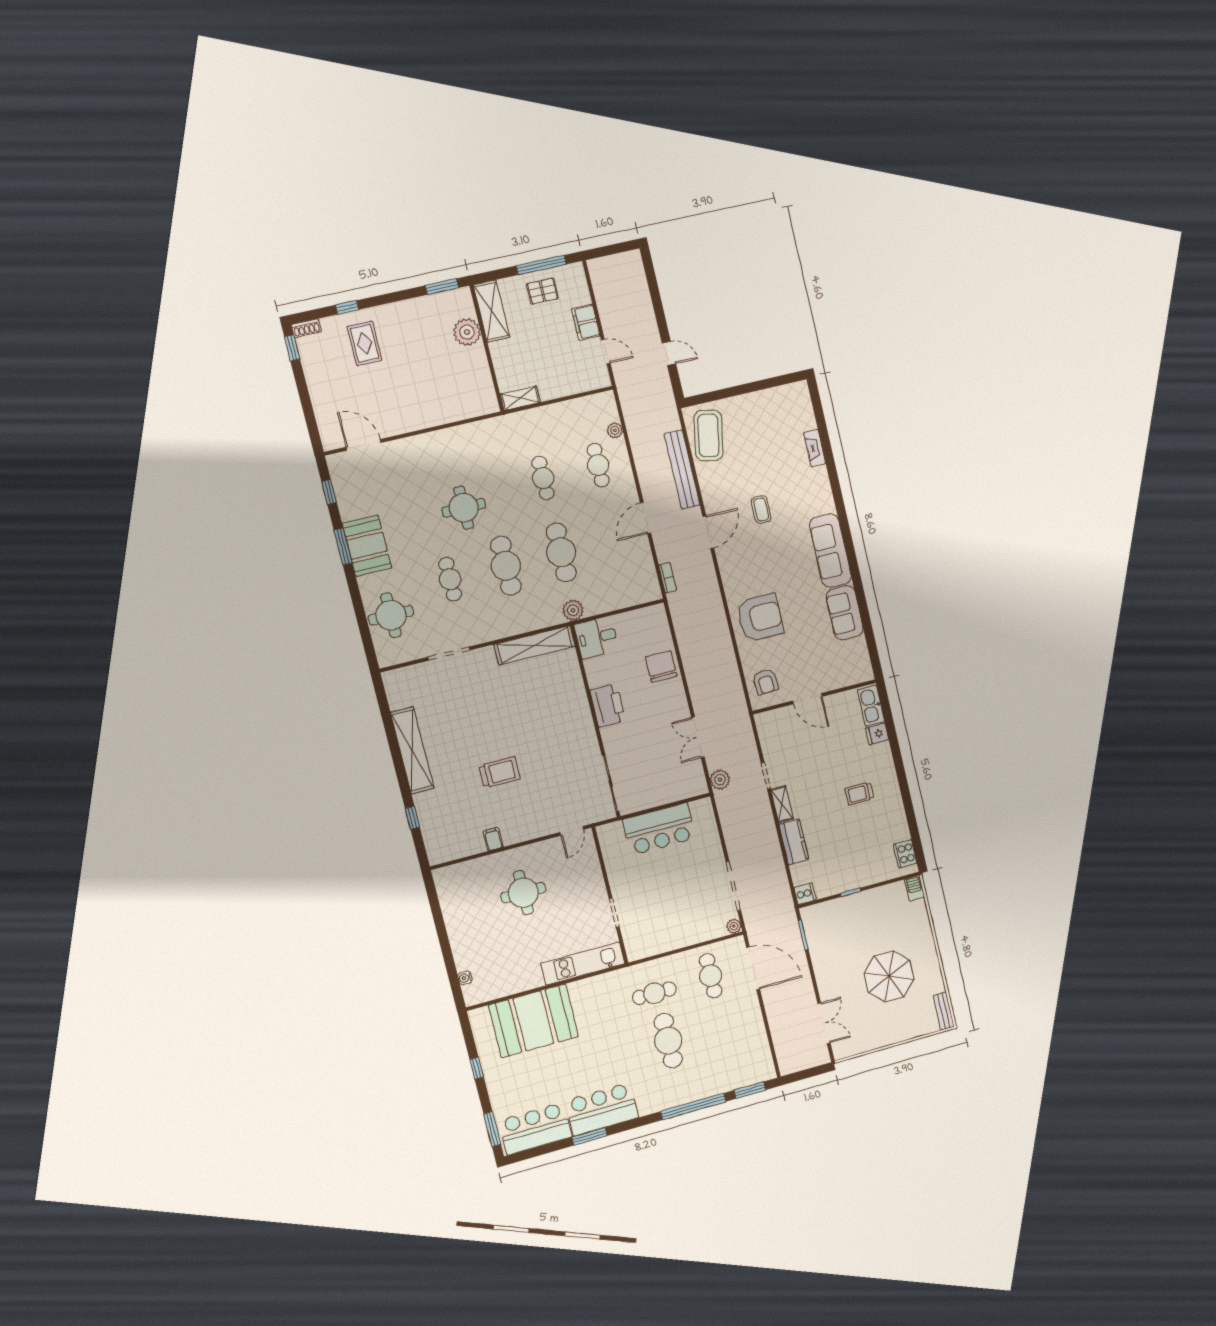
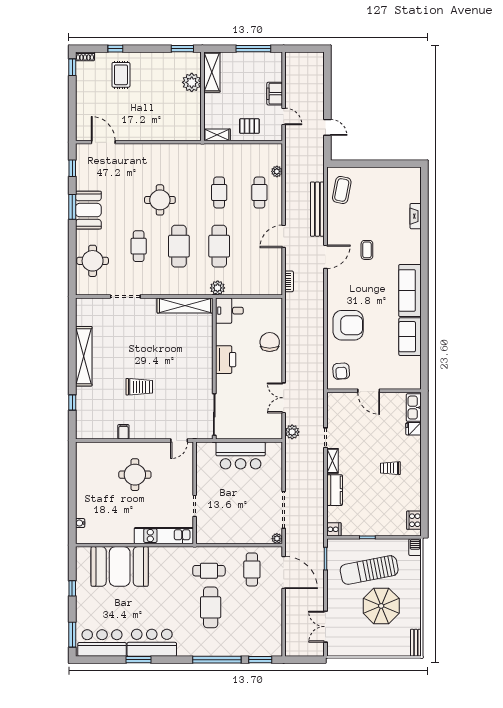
pallet: (542, 291) -> (249, 126), moved
coffee table: (708, 435) -> (342, 190), width x0.73, depth x0.76
sun lounger: (863, 934) -> (369, 570), added
double door: (824, 1023) -> (325, 627), swing flipped

